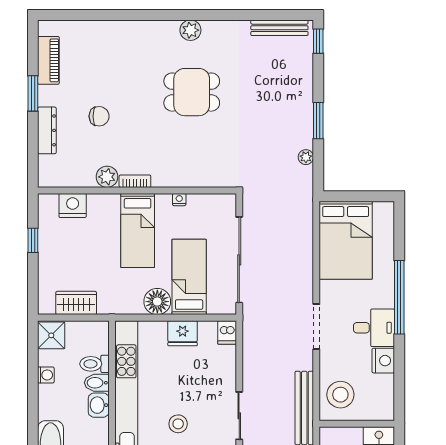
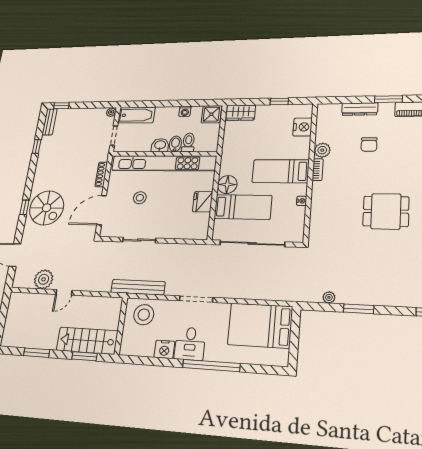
dining table: (192, 92) -> (386, 211), turned 90
wardrobe: (76, 303) -> (241, 113), moved, turned 90
dishwasher: (227, 332) -> (199, 233), removed

